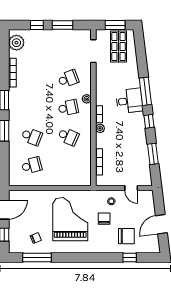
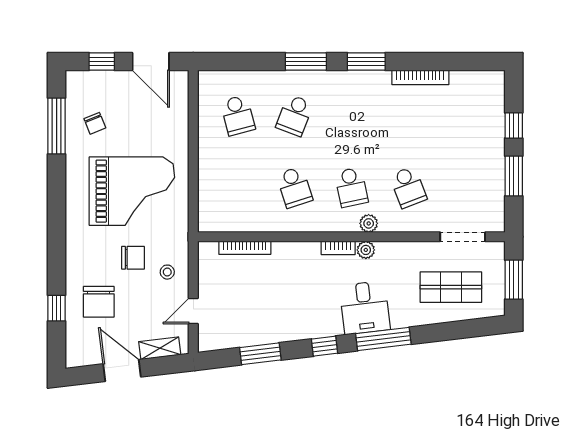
plant: (16, 43) -> (479, 85), removed
shop shelf: (119, 46) -> (451, 287), moved
plant: (100, 128) -> (366, 250), moved
school desk: (68, 137) -> (295, 187), turned -42
shelving: (150, 205) -> (160, 348), added

